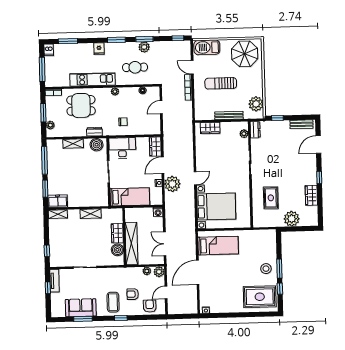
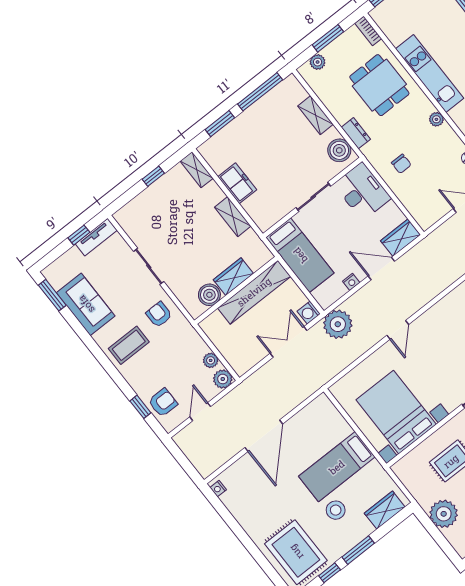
door: (195, 178) -> (398, 330), hinge flipped
plant: (172, 184) -> (338, 324), moved
freezer: (58, 201) -> (237, 183), moved
bed with nightstands: (216, 206) -> (396, 412), moved, turned 180
shelving: (131, 244) -> (254, 292), moved
double door: (165, 244) -> (289, 342), moved
wardrobe: (270, 244) -> (385, 510), added
bed: (218, 246) -> (337, 467), moved, turned 90
window: (47, 251) -> (153, 176), moved
stool: (266, 269) -> (336, 510), moved
door: (198, 272) -> (264, 436), swing flipped
door: (166, 293) -> (200, 412), hinge flipped
armchair: (133, 294) -> (159, 314), moved
window: (121, 318) -> (140, 407), moved
window: (83, 319) -> (52, 295), moved

